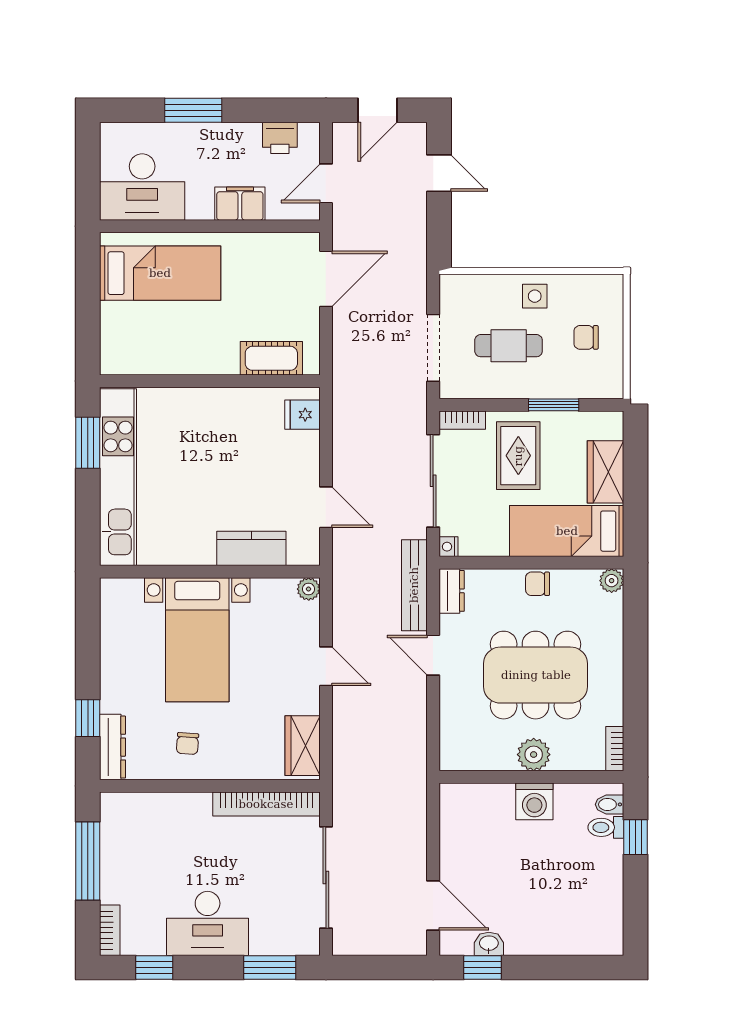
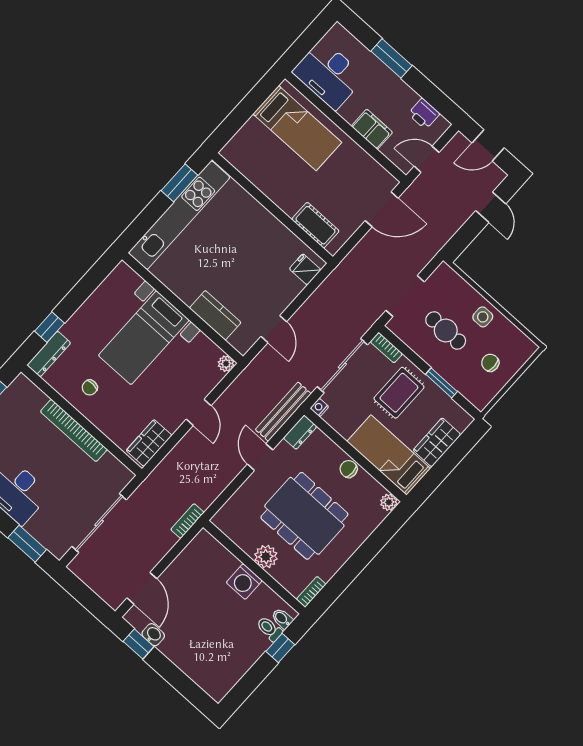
bookcase: (417, 792) -> (187, 521), added
bookcase: (266, 804) -> (74, 430), moved

